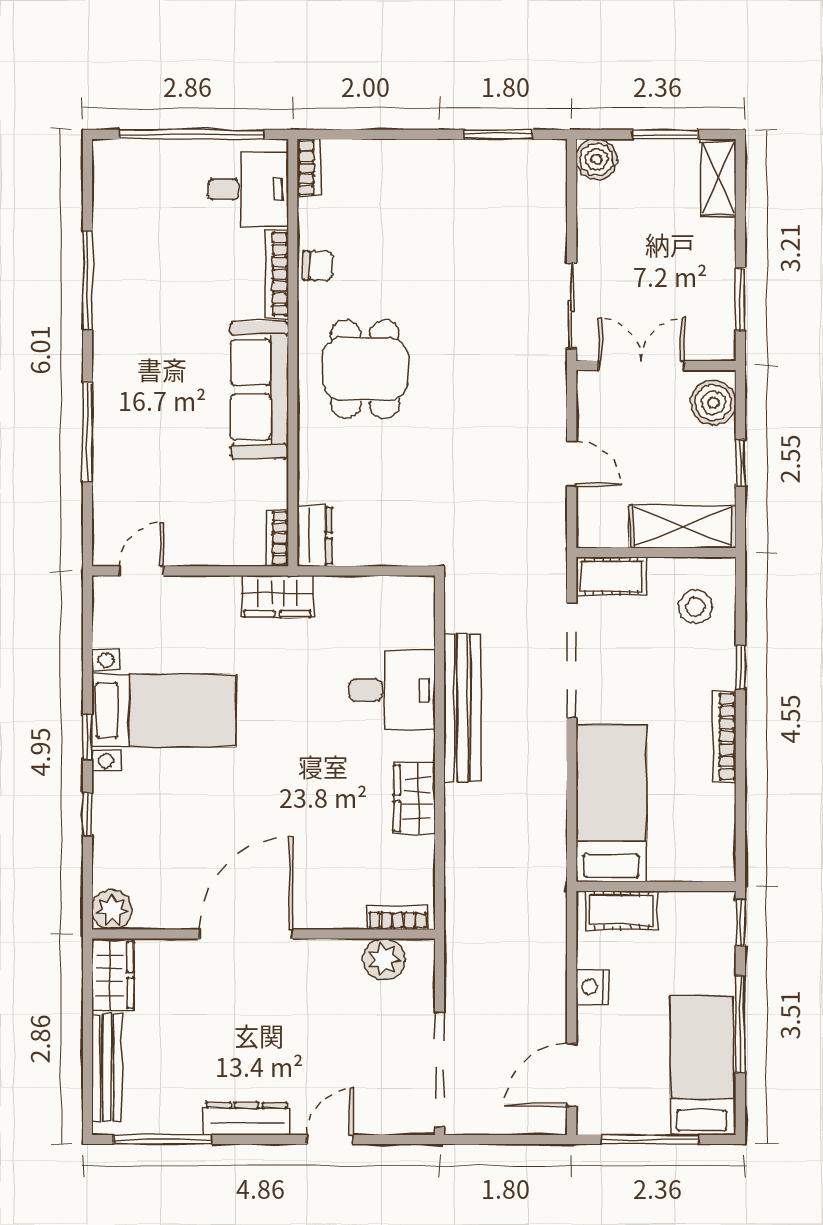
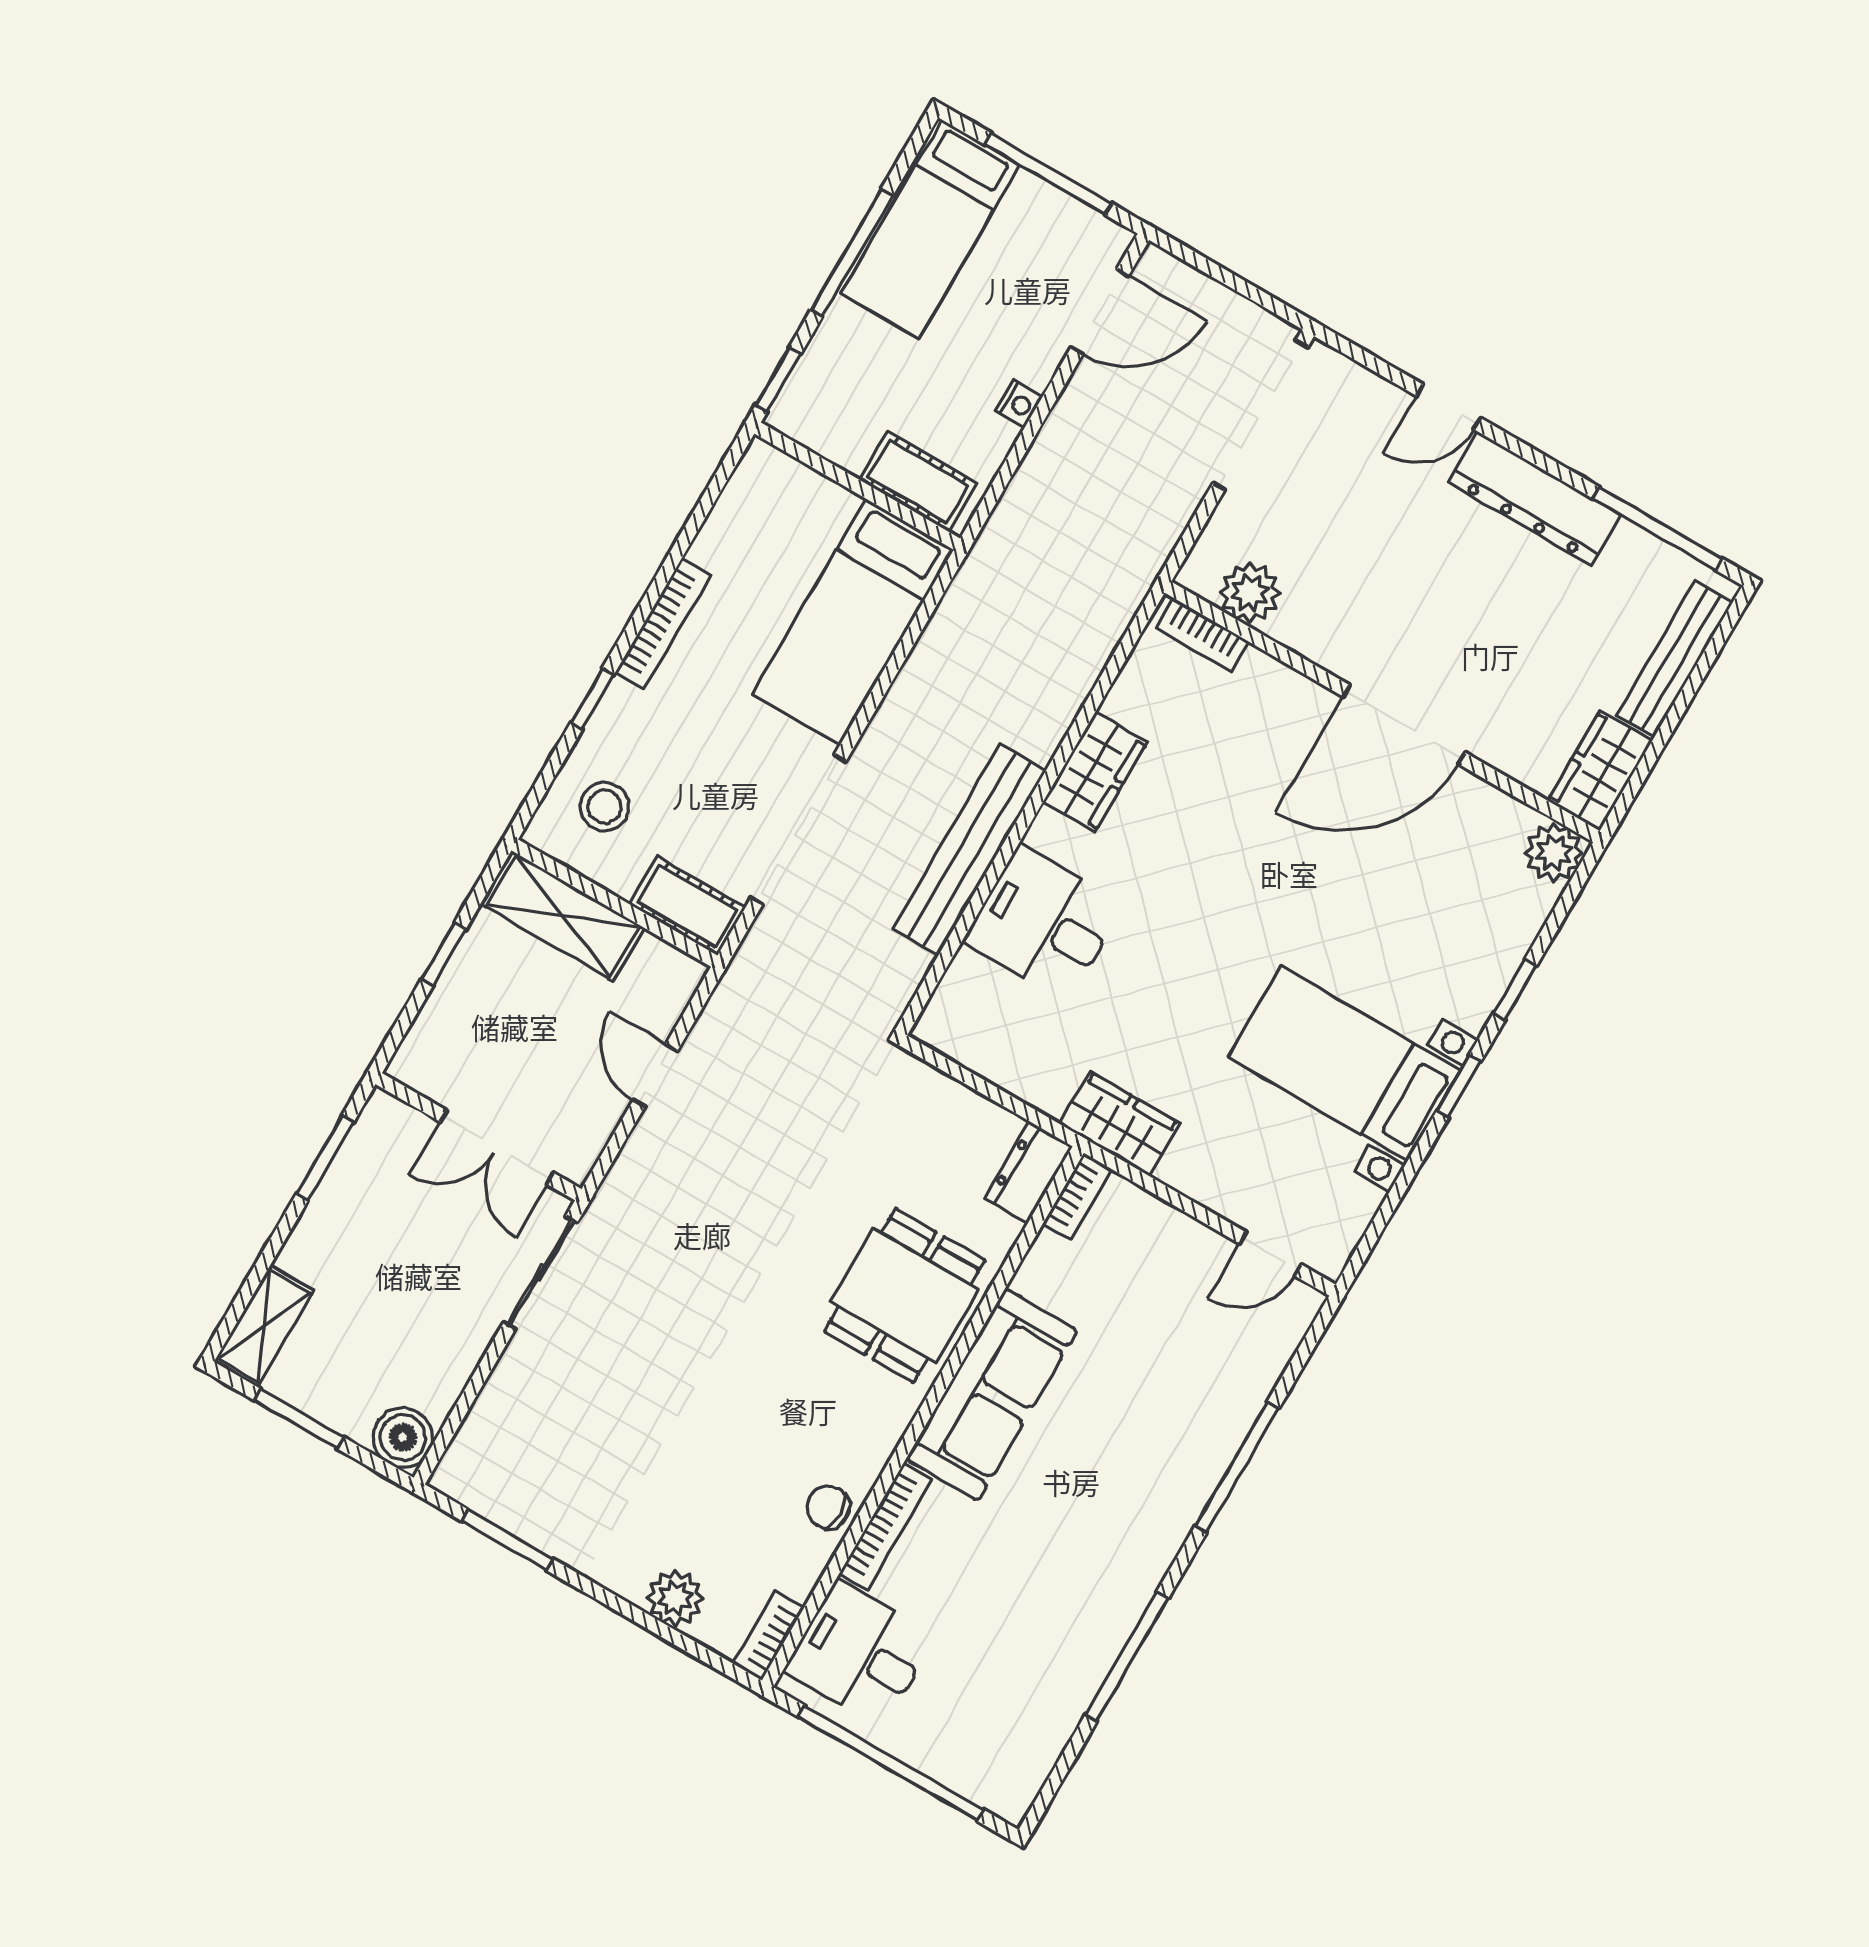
plant: (378, 158) -> (675, 1598), added
dining table: (365, 369) -> (904, 1296), moved
boiler: (713, 403) -> (434, 1049), removed
nightstand: (592, 987) -> (1019, 404), width x0.72, depth x0.74
dresser: (247, 1119) -> (1535, 499), width x1.37, depth x1.24

